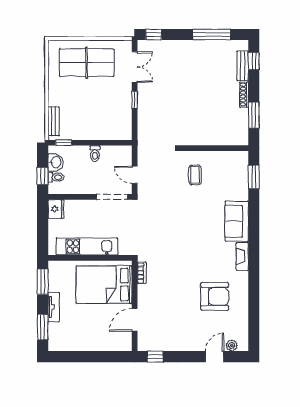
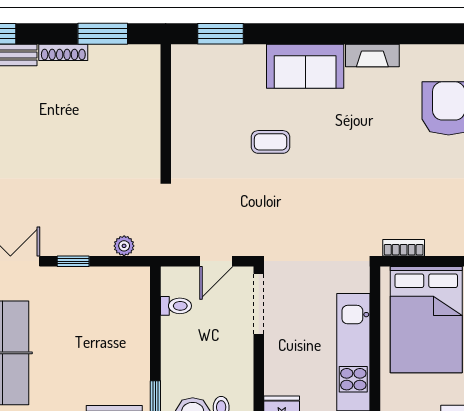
plant: (143, 126) -> (124, 246), added
toilet: (95, 154) -> (176, 306), moved
coffee table: (195, 175) -> (271, 142), moved

